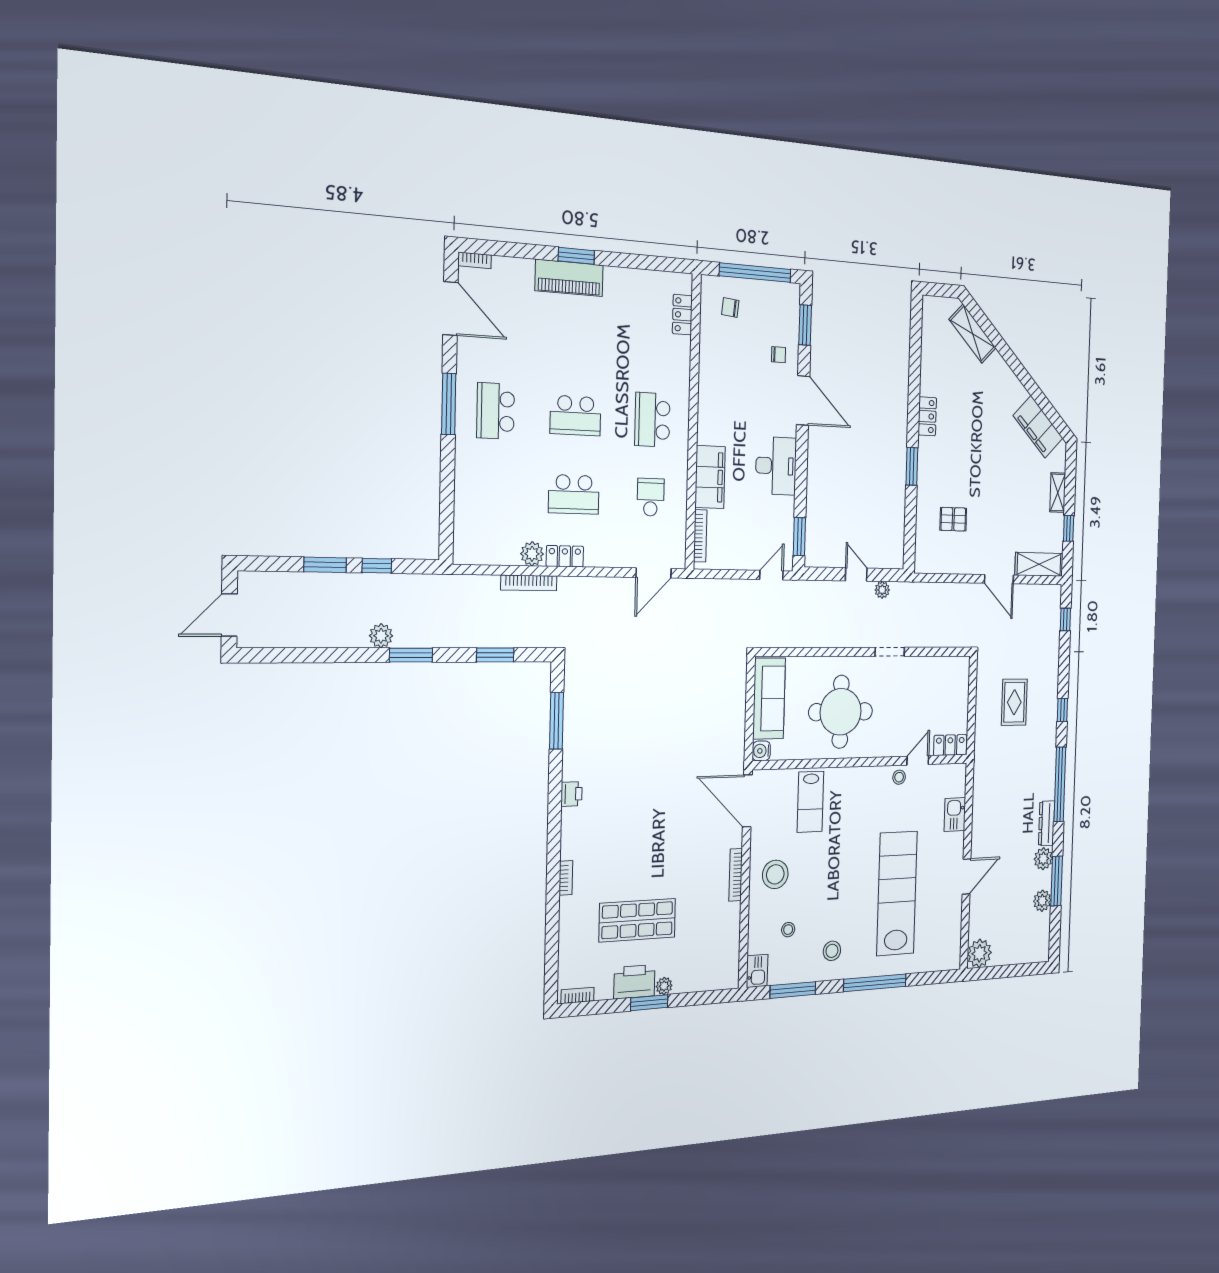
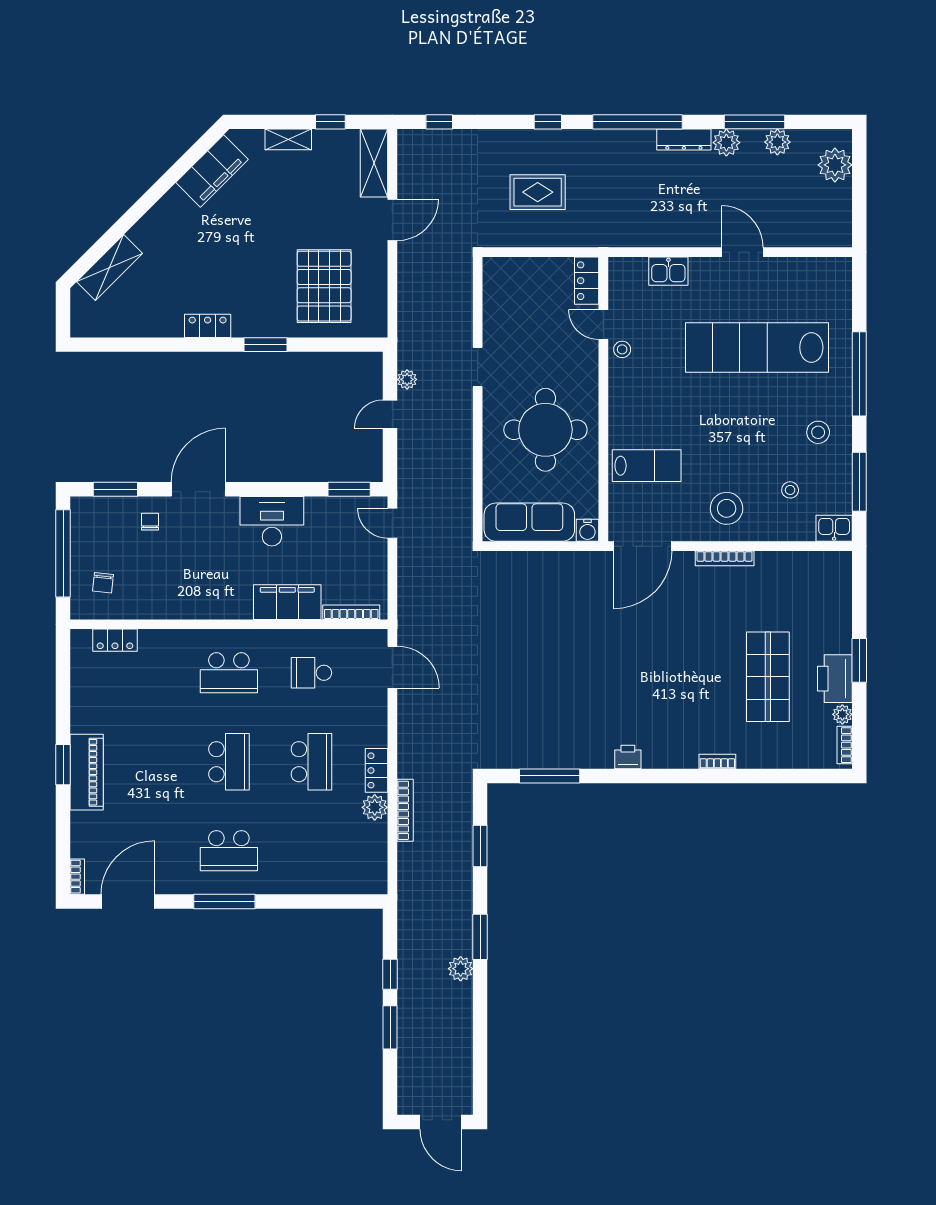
pallet: (953, 519) -> (324, 286), width x2.05, depth x2.00
plant: (979, 953) -> (835, 165), moved
plant: (664, 986) -> (842, 714), moved

